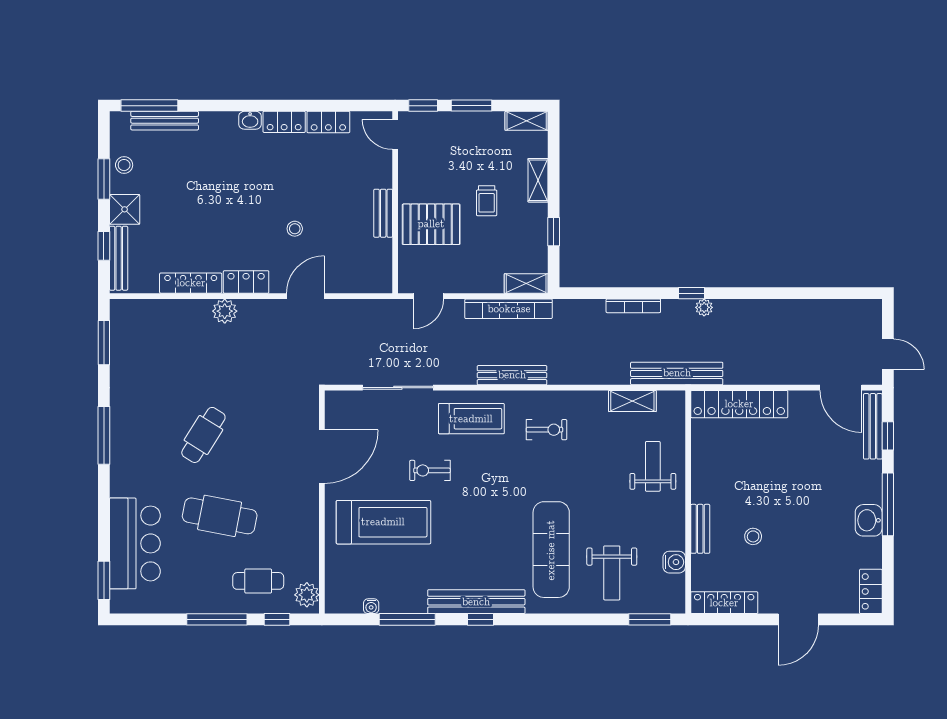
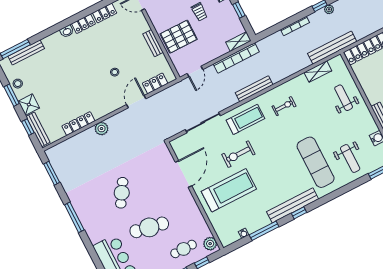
locker: (246, 282) -> (155, 83), moved
exercise bike: (430, 470) -> (238, 154), width x1.38, depth x1.39

